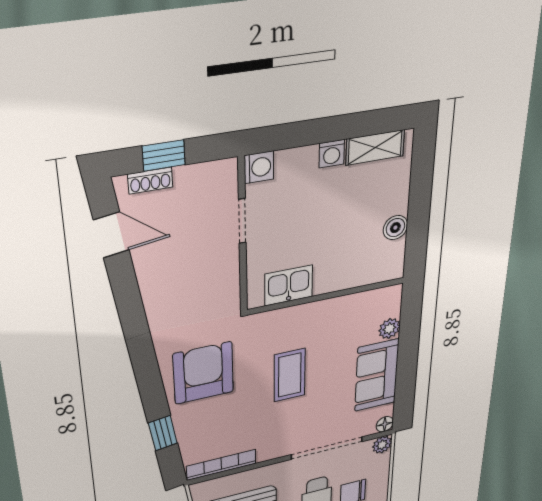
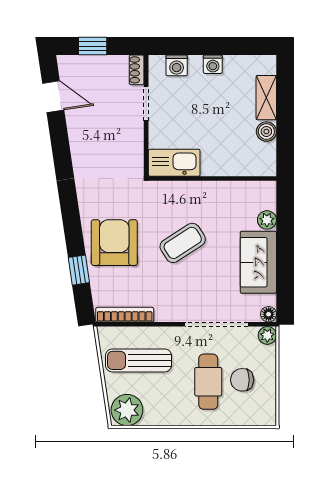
shelving: (375, 147) -> (266, 98), moved, turned 90
washing machine: (259, 167) -> (177, 65), moved, turned 90
shoe rack: (150, 181) -> (137, 70), moved, turned 90
kitchen sink: (289, 285) -> (174, 163), width x1.38
armchair: (203, 373) -> (114, 243), moved
coffee table: (290, 375) -> (183, 243), turned 57

